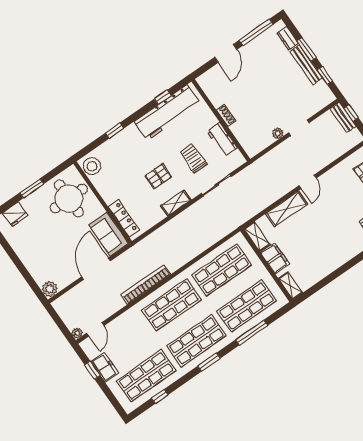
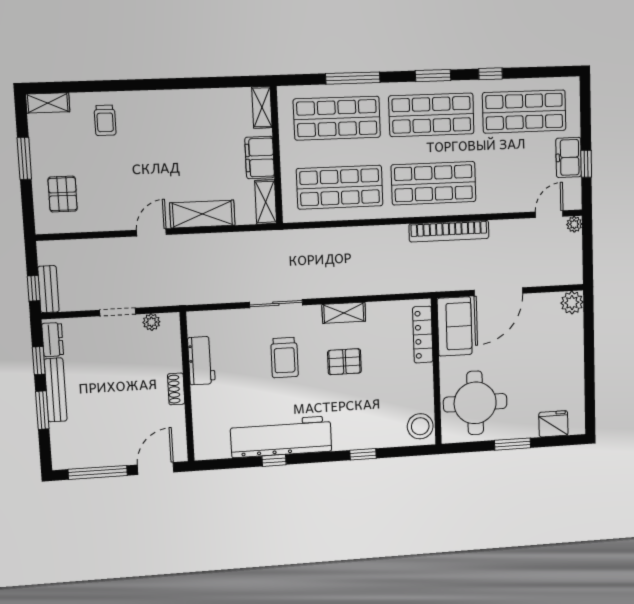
dresser: (288, 38) -> (53, 340), moved
shoe rack: (226, 115) -> (176, 389), moved
wall: (221, 120) -> (187, 387), moved
workbench: (222, 140) -> (201, 361), moved
window: (160, 396) -> (491, 74), moved

